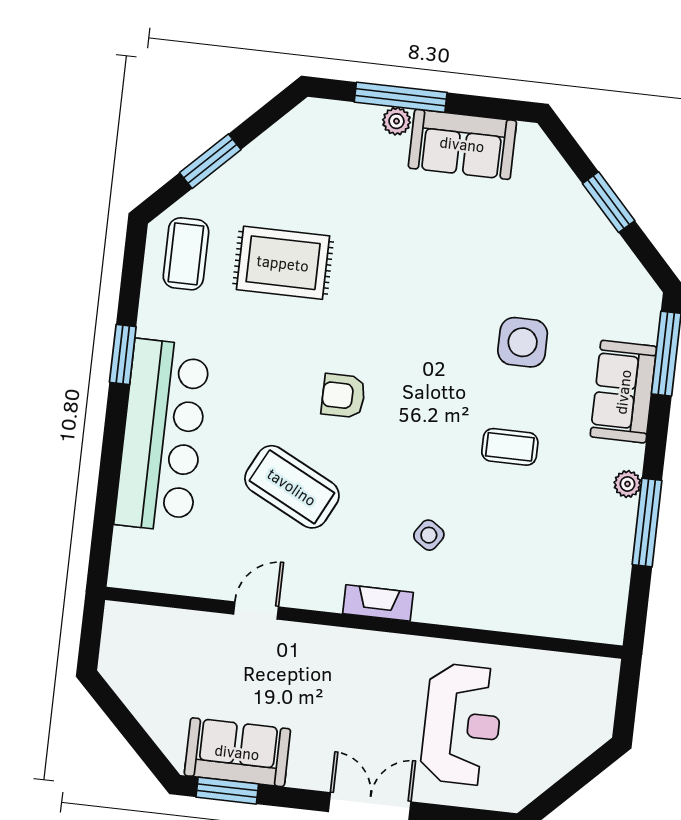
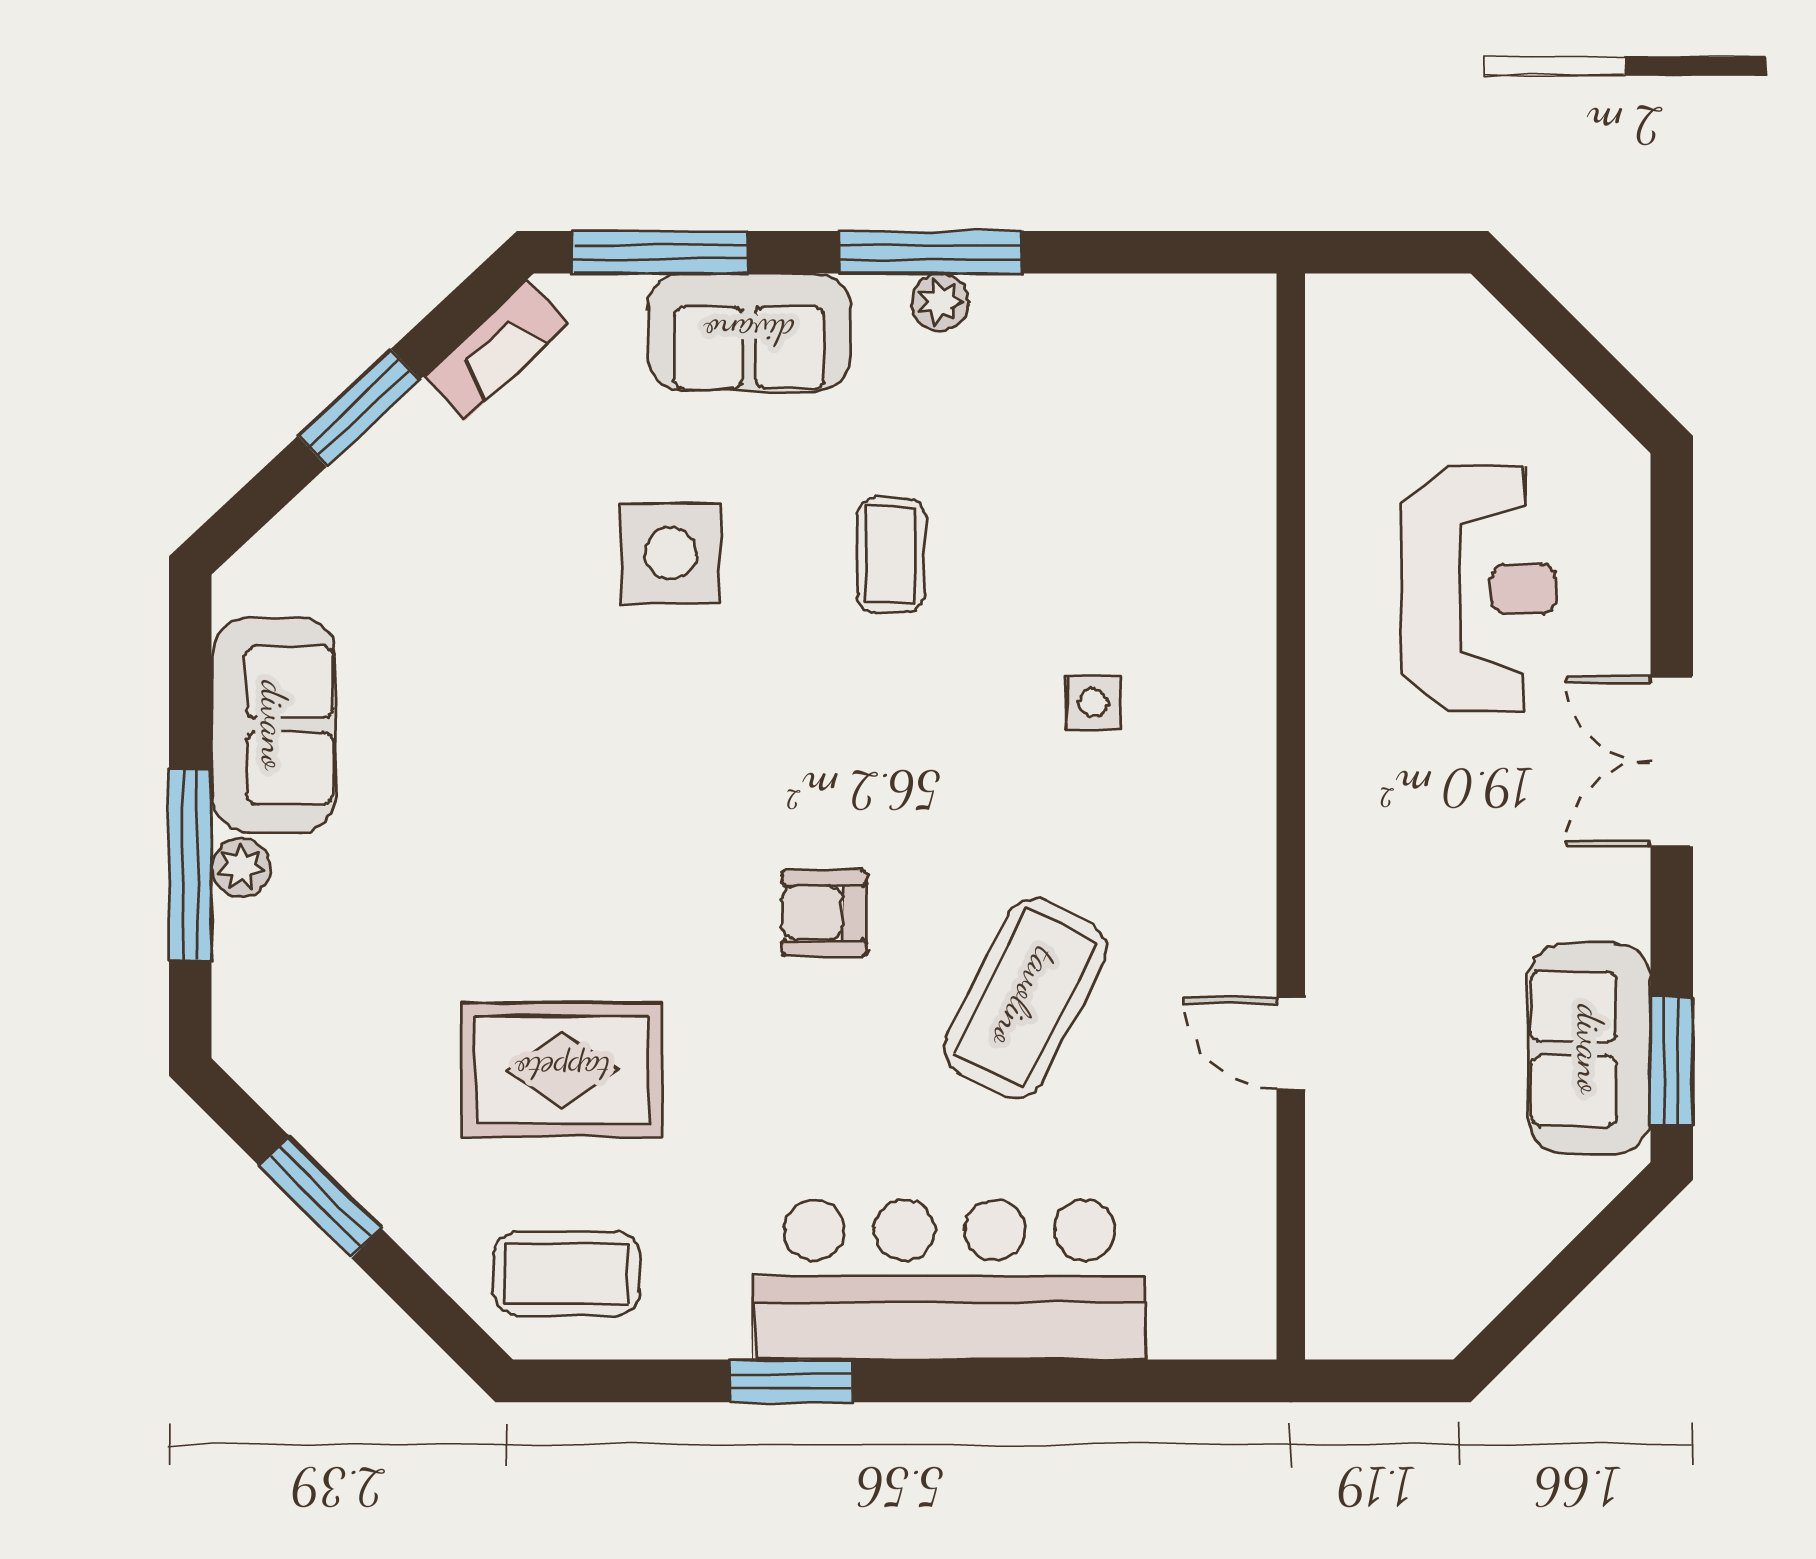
window: (210, 161) -> (320, 1197), moved
rug: (283, 263) -> (562, 1070), turned 90
armchair: (343, 396) -> (824, 913), turned 90
window: (647, 522) -> (931, 252), moved
side table: (429, 535) -> (1093, 702), turned -34
fireplace: (378, 603) -> (496, 350), moved, turned -133
reception desk: (462, 724) -> (1479, 589), turned 90

